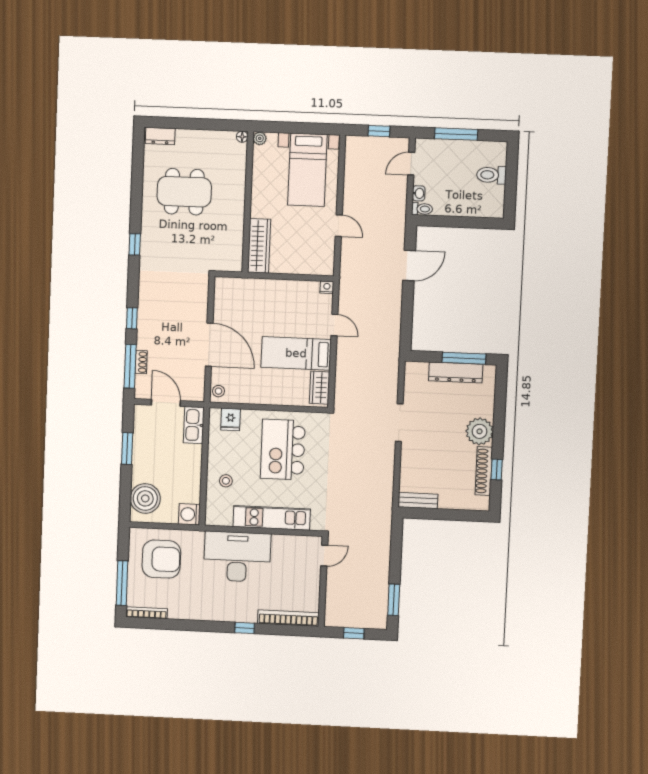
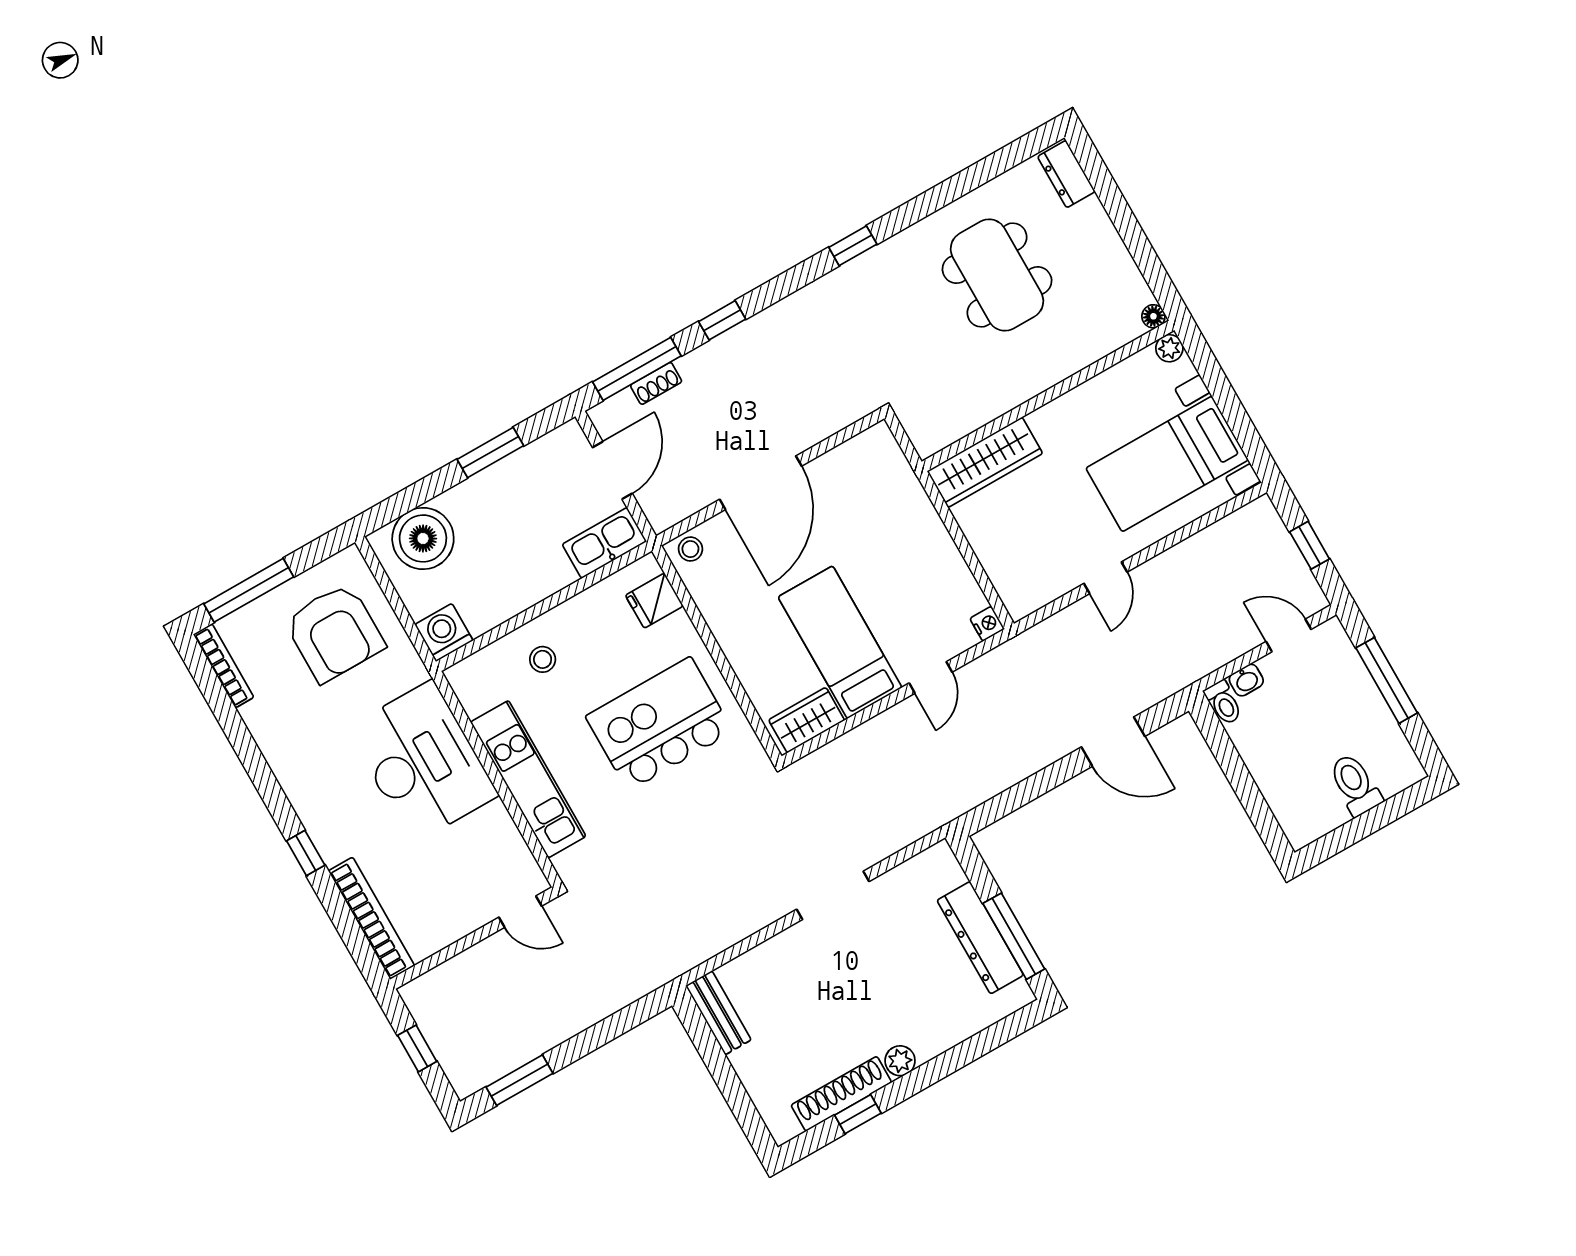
plant: (480, 431) -> (900, 1061), width x0.53, depth x0.53

